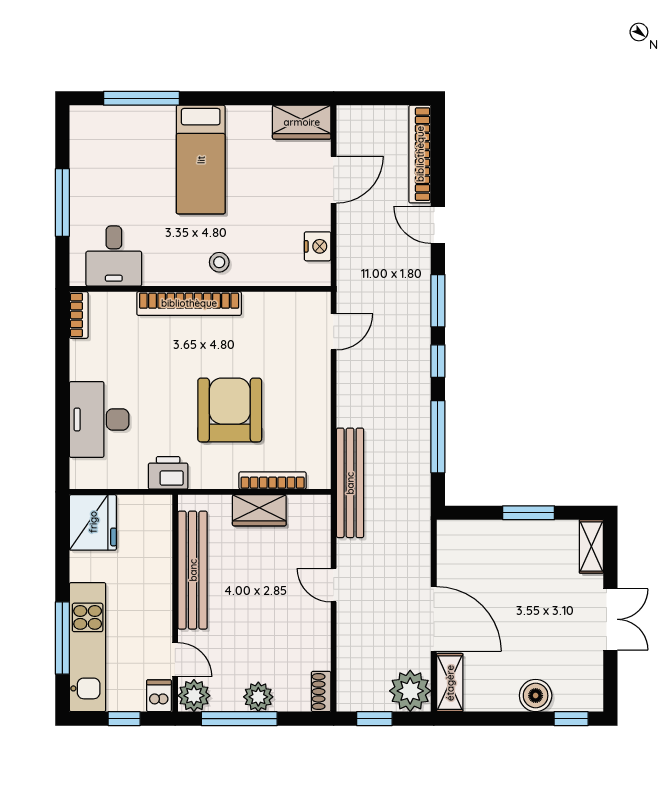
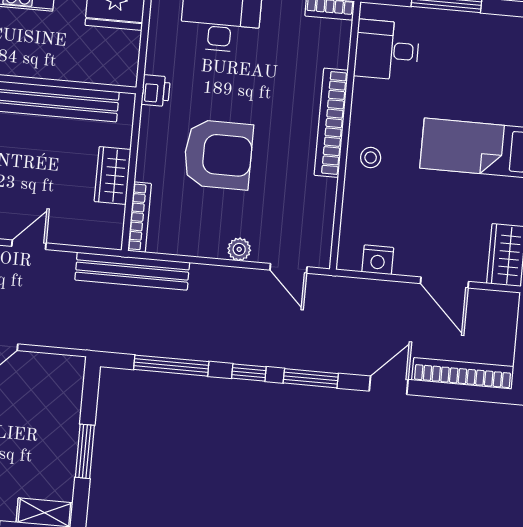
plant: (320, 381) -> (239, 249), added
printer: (168, 473) -> (156, 91), width x0.73, depth x0.81
bookcase: (273, 481) -> (140, 217), moved

